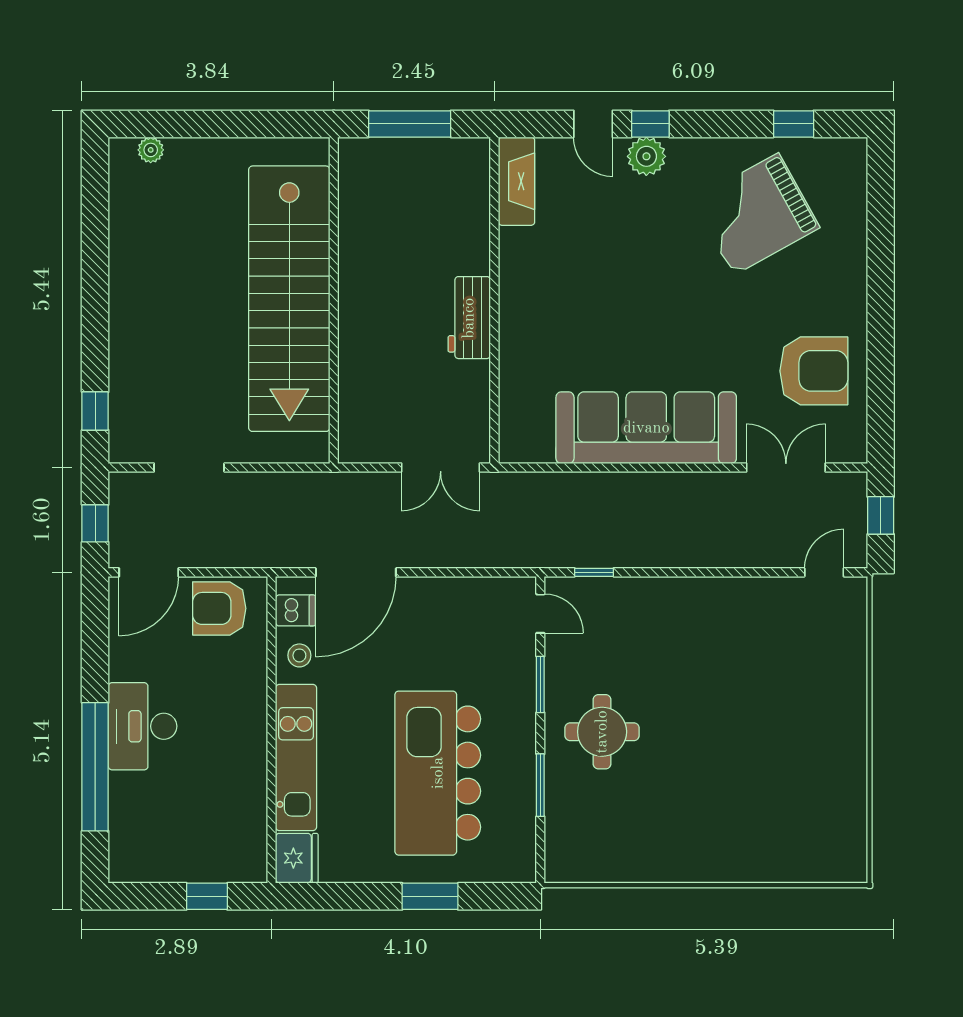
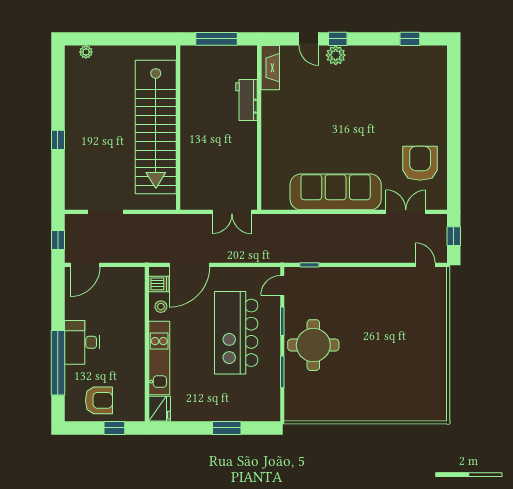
grand piano: (756, 214) -> (391, 84), removed
workbench: (469, 318) -> (246, 100), moved
armchair: (814, 371) -> (420, 163), turned -90
window: (95, 411) -> (58, 140), moved
door: (824, 572) -> (425, 265), hinge flipped
armchair: (219, 608) -> (99, 400), moved, turned 180
door: (540, 614) -> (282, 286), swing flipped
round table: (602, 732) -> (313, 345), width x1.36, depth x1.36
kitchen island: (438, 773) -> (236, 333), moved

